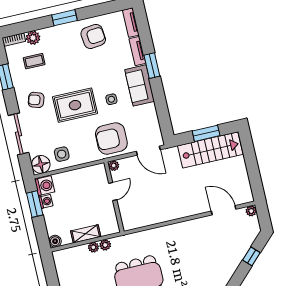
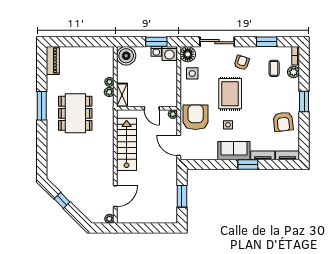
stairs: (210, 150) -> (127, 144), moved, turned 180
door: (148, 151) -> (179, 145), hinge flipped
shelving: (86, 234) -> (122, 95), moved
boiler: (55, 241) -> (126, 56), width x1.86, depth x1.86
window: (251, 256) -> (62, 200), moved

